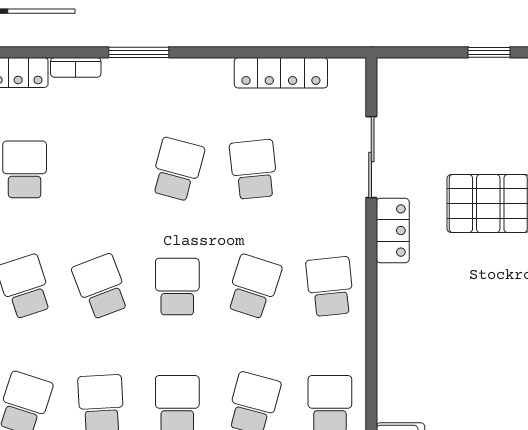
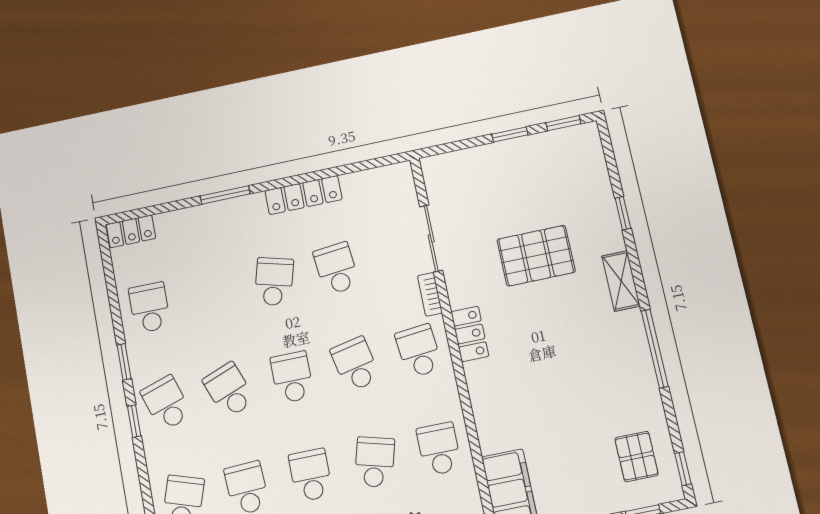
bookcase: (76, 67) -> (430, 294), moved, turned 90
locker: (281, 73) -> (304, 195), moved
locker: (393, 231) -> (470, 334), moved
school desk: (254, 287) -> (355, 364), turned -30

